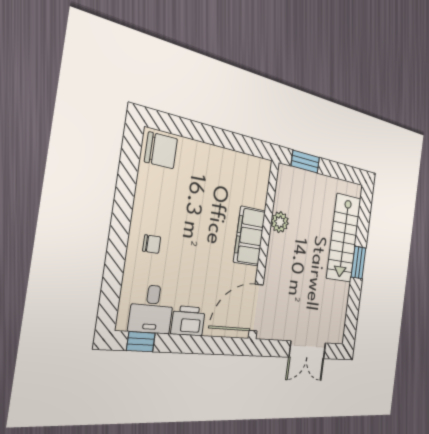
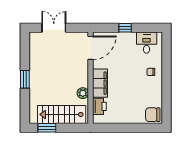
window: (305, 162) -> (47, 128), moved
stairs: (344, 238) -> (62, 114), moved, turned -90
printer: (188, 321) -> (99, 106), moved, turned -90
window: (141, 342) -> (125, 28), moved

